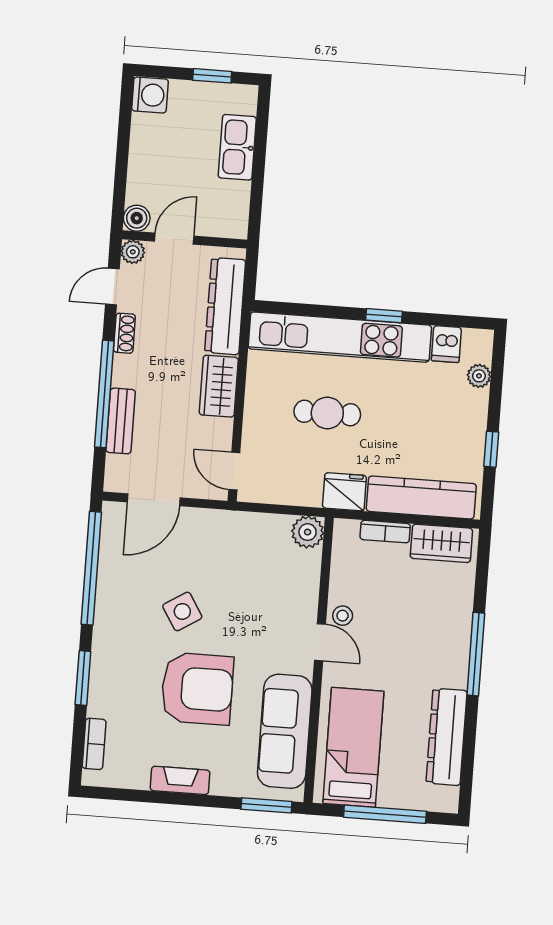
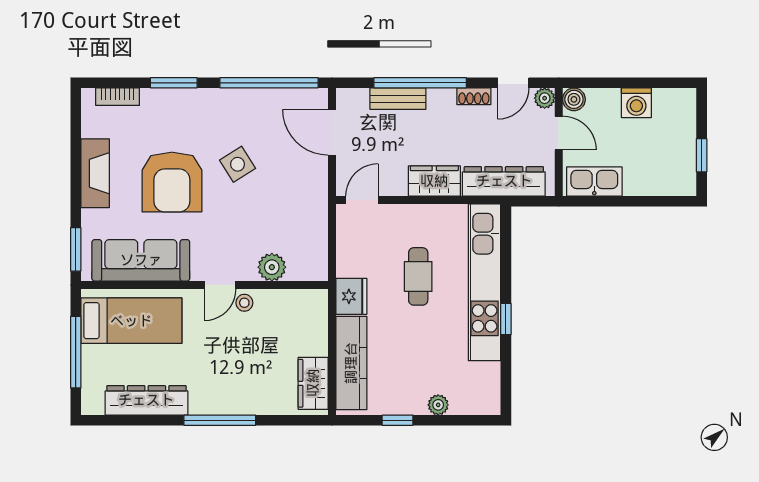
washing machine: (150, 95) -> (636, 103), moved
kitchen sink: (237, 147) -> (594, 182), moved
door: (112, 287) -> (513, 83), swing flipped
dishwasher: (446, 344) -> (485, 375), removed
plant: (479, 376) -> (438, 405), moved
plant: (308, 532) -> (272, 267), moved
bookcase: (385, 532) -> (320, 334), removed
fireplace: (180, 780) -> (95, 173), width x1.37, depth x1.32

